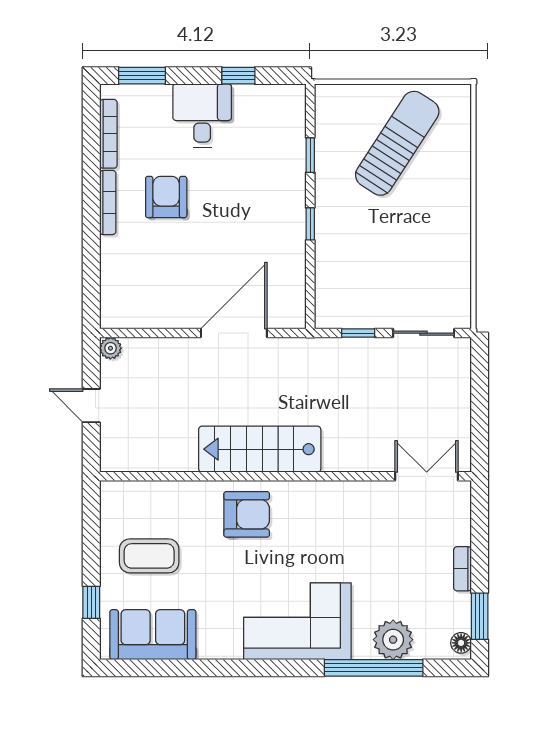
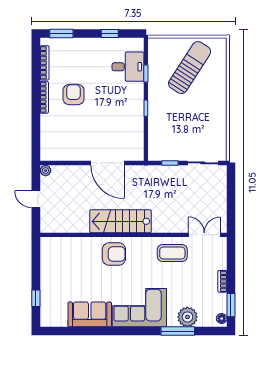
desk: (202, 115) -> (128, 67), moved, turned 90
door: (234, 333) -> (108, 163), swing flipped
coffee table: (149, 556) -> (172, 253), moved
sofa: (153, 635) -> (90, 314), moved
window: (374, 668) -> (178, 331), width x0.68

